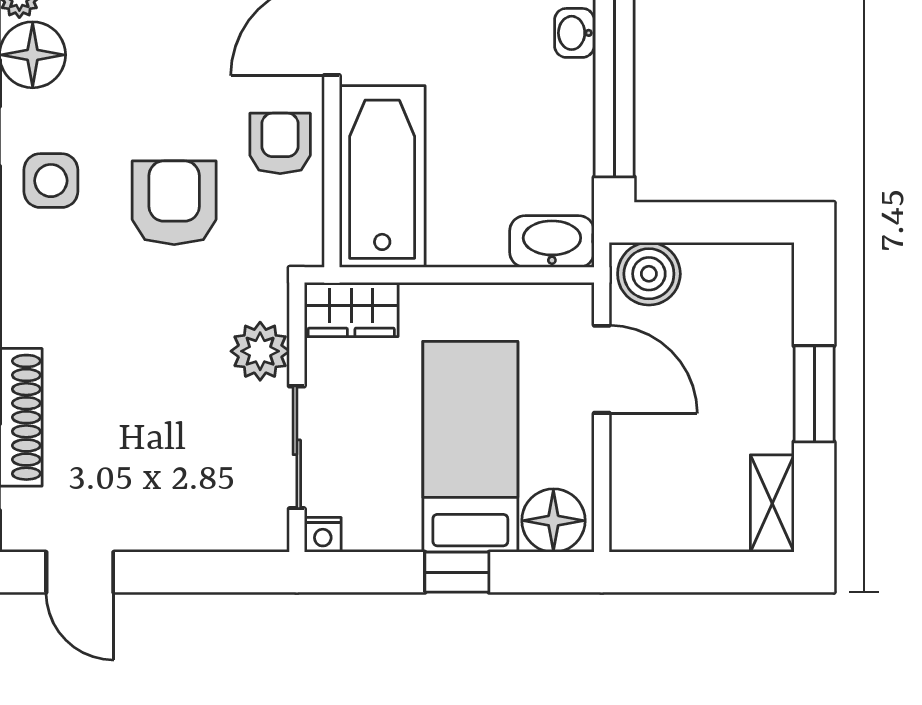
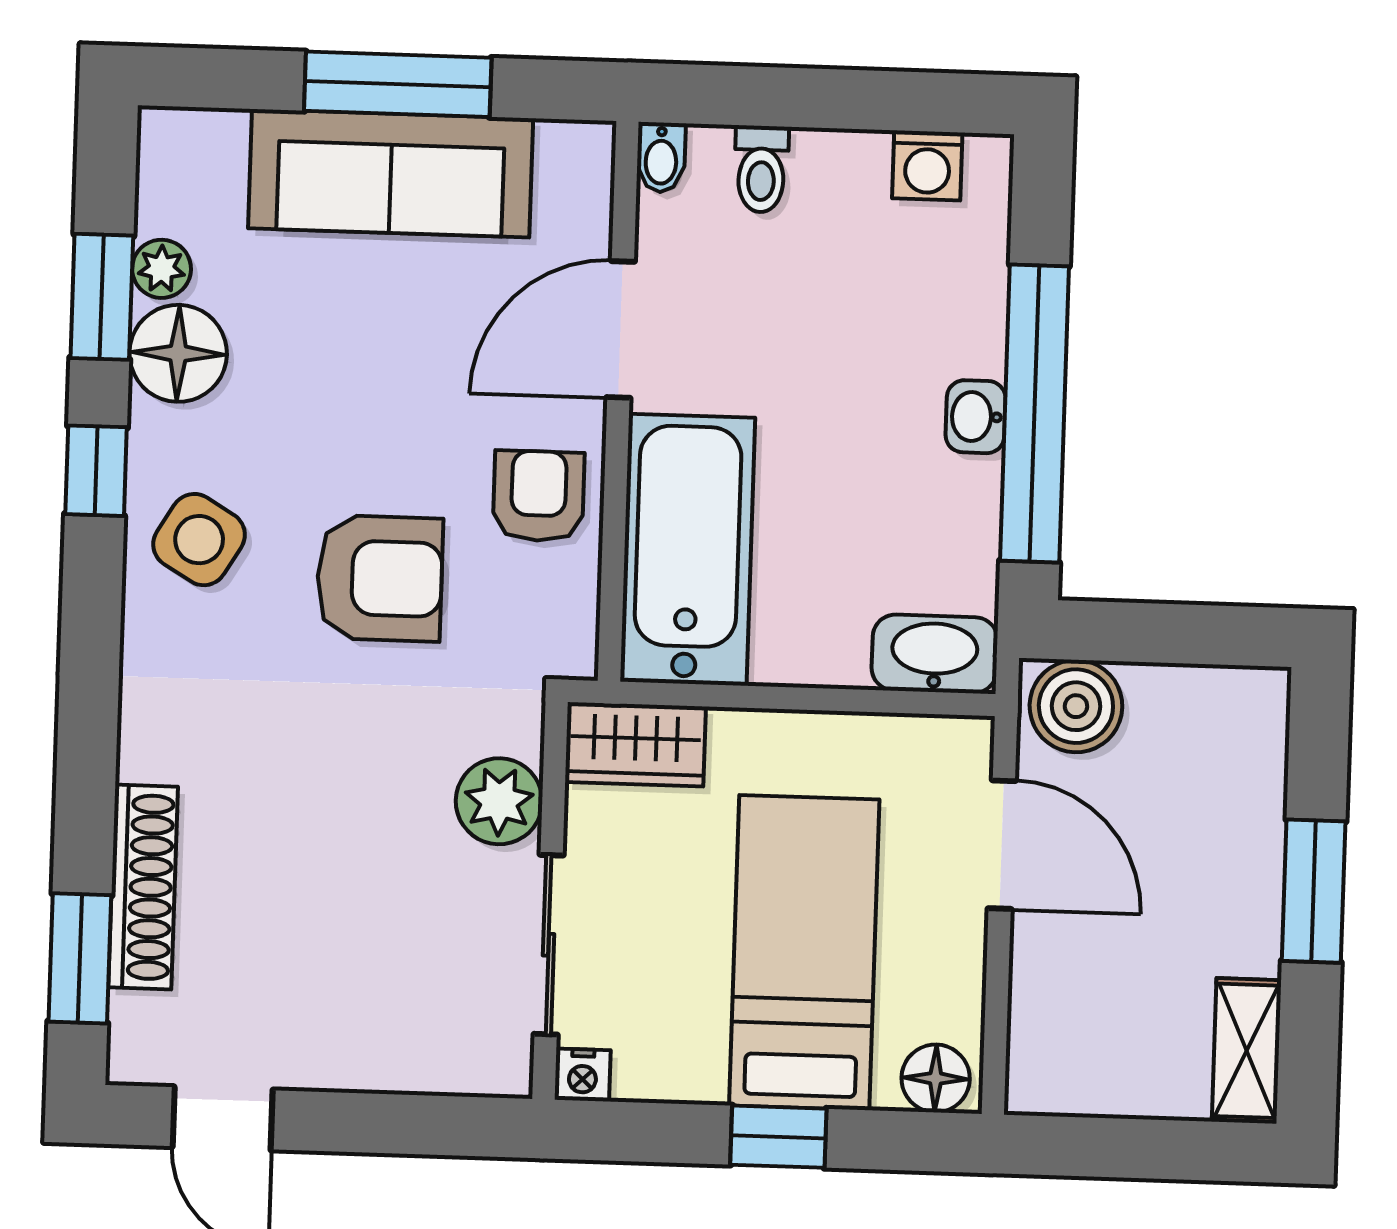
washbasin: (574, 33) -> (976, 417), moved
side table: (51, 181) -> (199, 540), turned 31
armchair: (174, 203) -> (380, 578), turned 90
floor lamp: (553, 521) -> (936, 1078), width x0.73, depth x0.73

